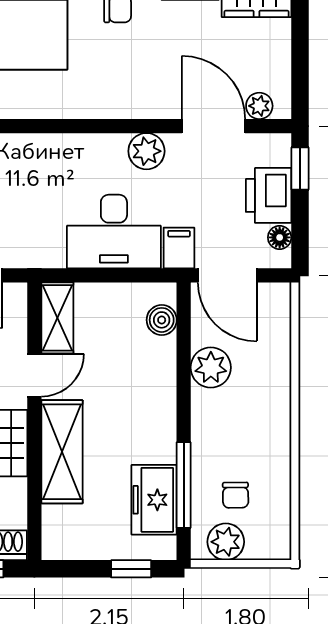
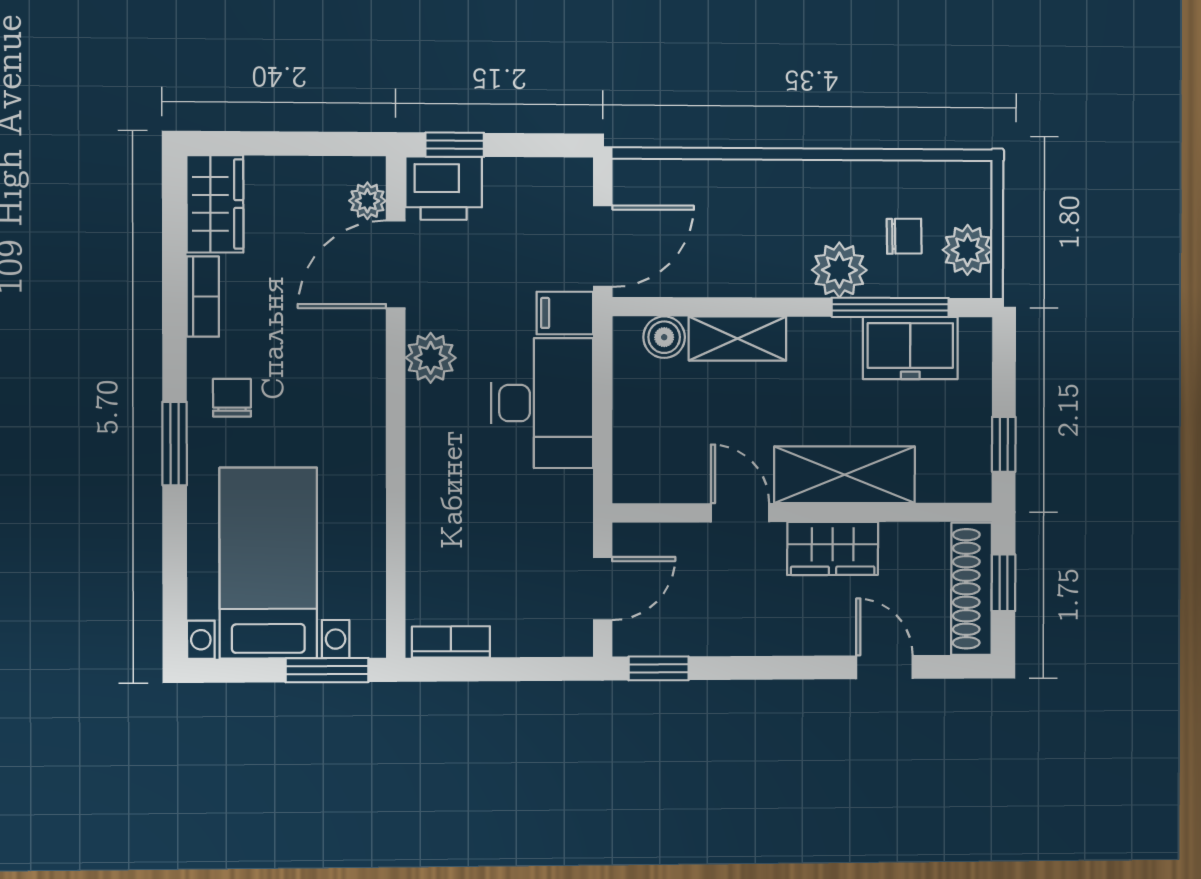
printer: (269, 195) -> (444, 188), moved
floor lamp: (280, 237) -> (550, 174), removed
shelving: (57, 318) -> (737, 339), moved
plant: (211, 367) -> (839, 270), moved
window: (131, 569) -> (1004, 444), moved

